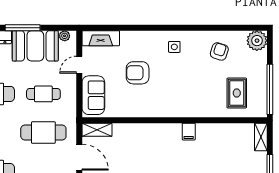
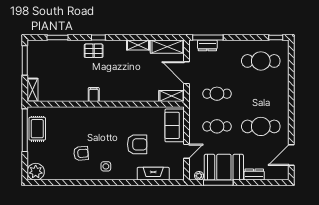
window: (23, 28) -> (218, 183), moved
fireplace: (101, 38) -> (153, 174), moved
armchair: (219, 51) -> (81, 153), moved, turned -112
rug: (237, 93) -> (37, 129), moved
cafe table: (43, 133) -> (217, 94), width x0.73, depth x0.74

